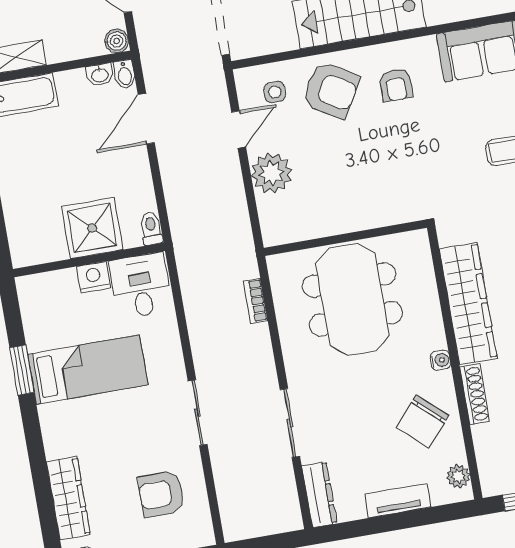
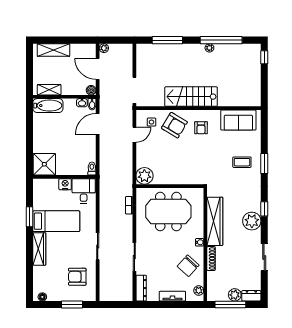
plant: (271, 173) -> (144, 176), moved
shower: (92, 228) -> (44, 164), moved
meeting table: (352, 299) -> (168, 211), turned 90
wardrobe: (68, 498) -> (39, 249), moved

